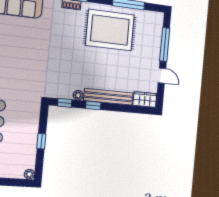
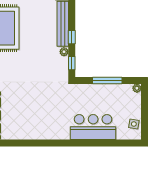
window: (41, 141) -> (107, 80), width x2.17

